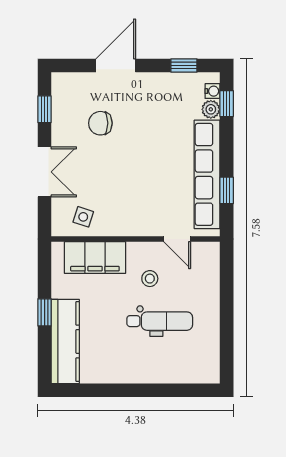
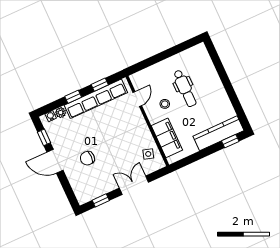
door: (116, 65) -> (55, 161), moved
window: (227, 104) -> (73, 97), moved
chair: (100, 123) -> (87, 158), moved, turned 90
window: (45, 312) -> (230, 141), moved
dental chair: (160, 321) -> (185, 88), turned 180

